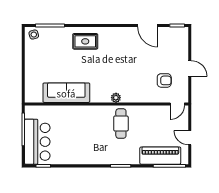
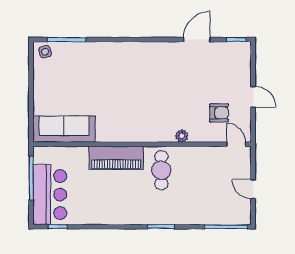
door: (148, 25) -> (197, 40), swing flipped
rug: (85, 41) -> (114, 61), removed
sofa: (66, 93) -> (64, 129), moved
plant: (116, 98) -> (182, 136), moved
door: (177, 104) -> (236, 144), swing flipped
piano: (160, 156) -> (116, 158), moved, turned 180

